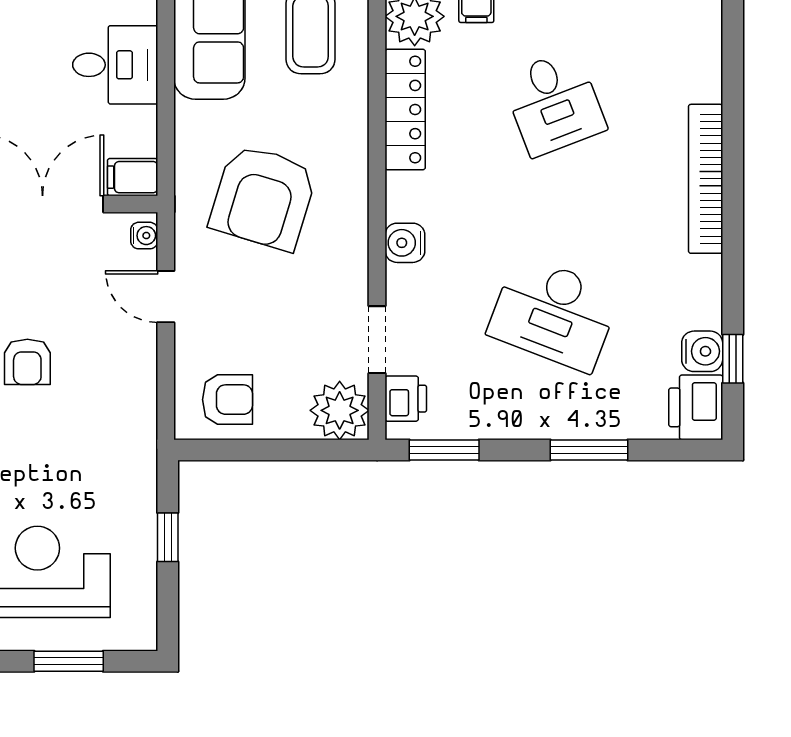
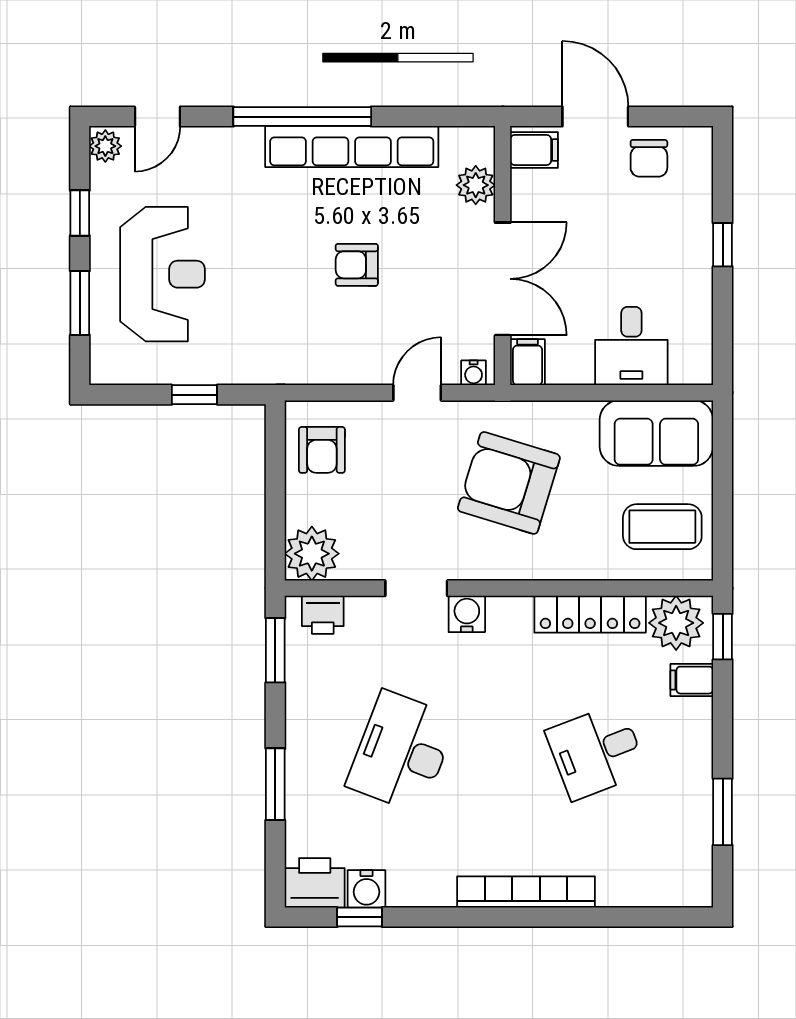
doorway: (377, 340) -> (416, 588), moved

